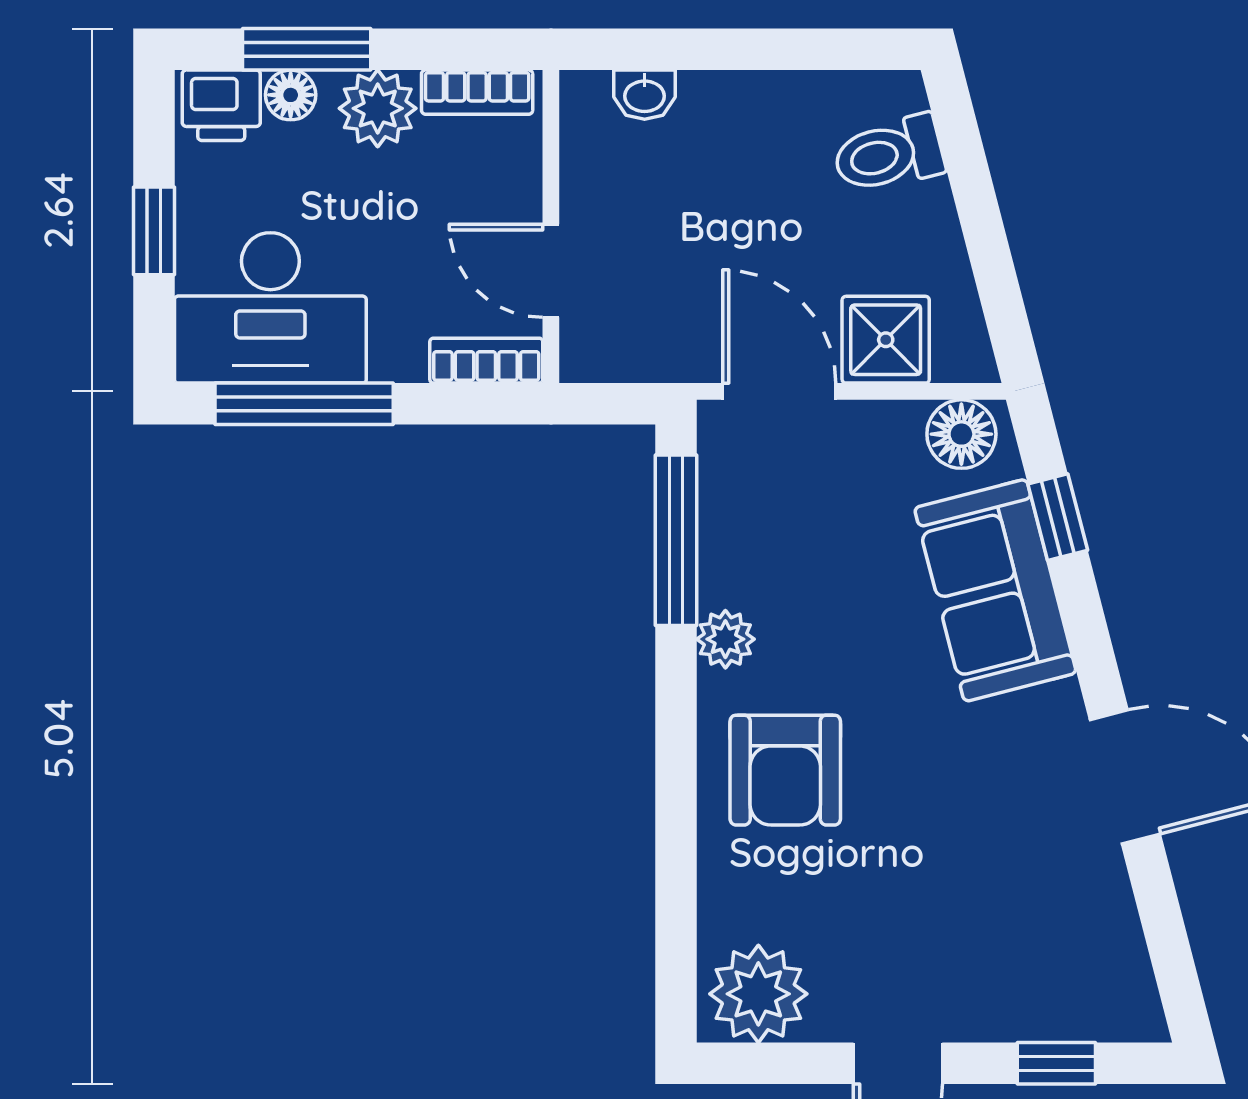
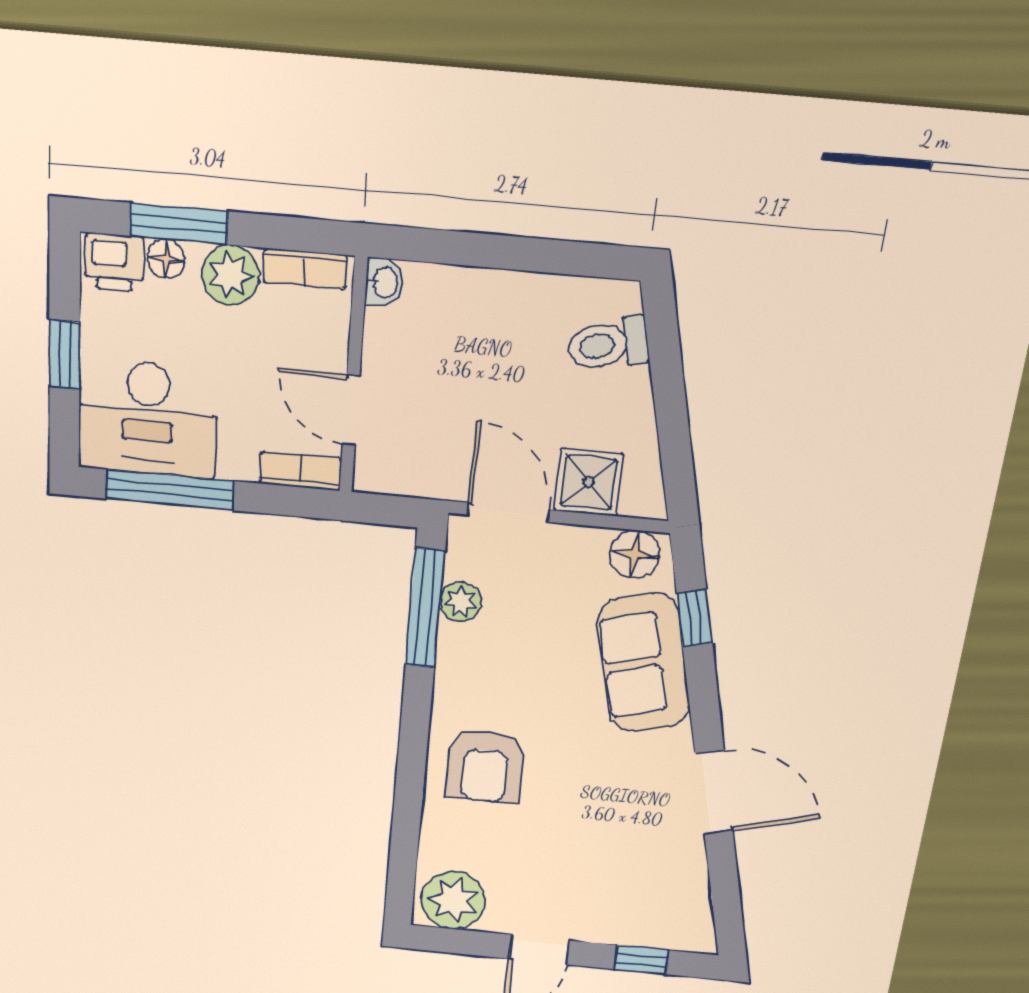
washbasin: (645, 95) -> (384, 282), moved, turned -90
plant: (725, 639) -> (461, 602), moved

